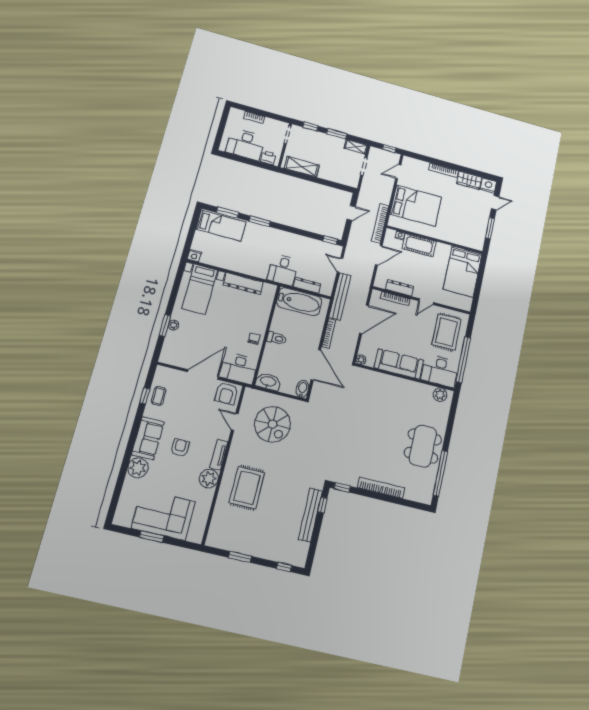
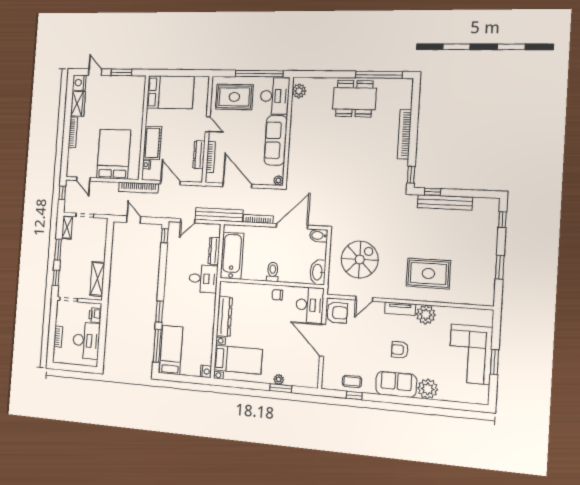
window: (228, 213) -> (157, 346), width x1.44

